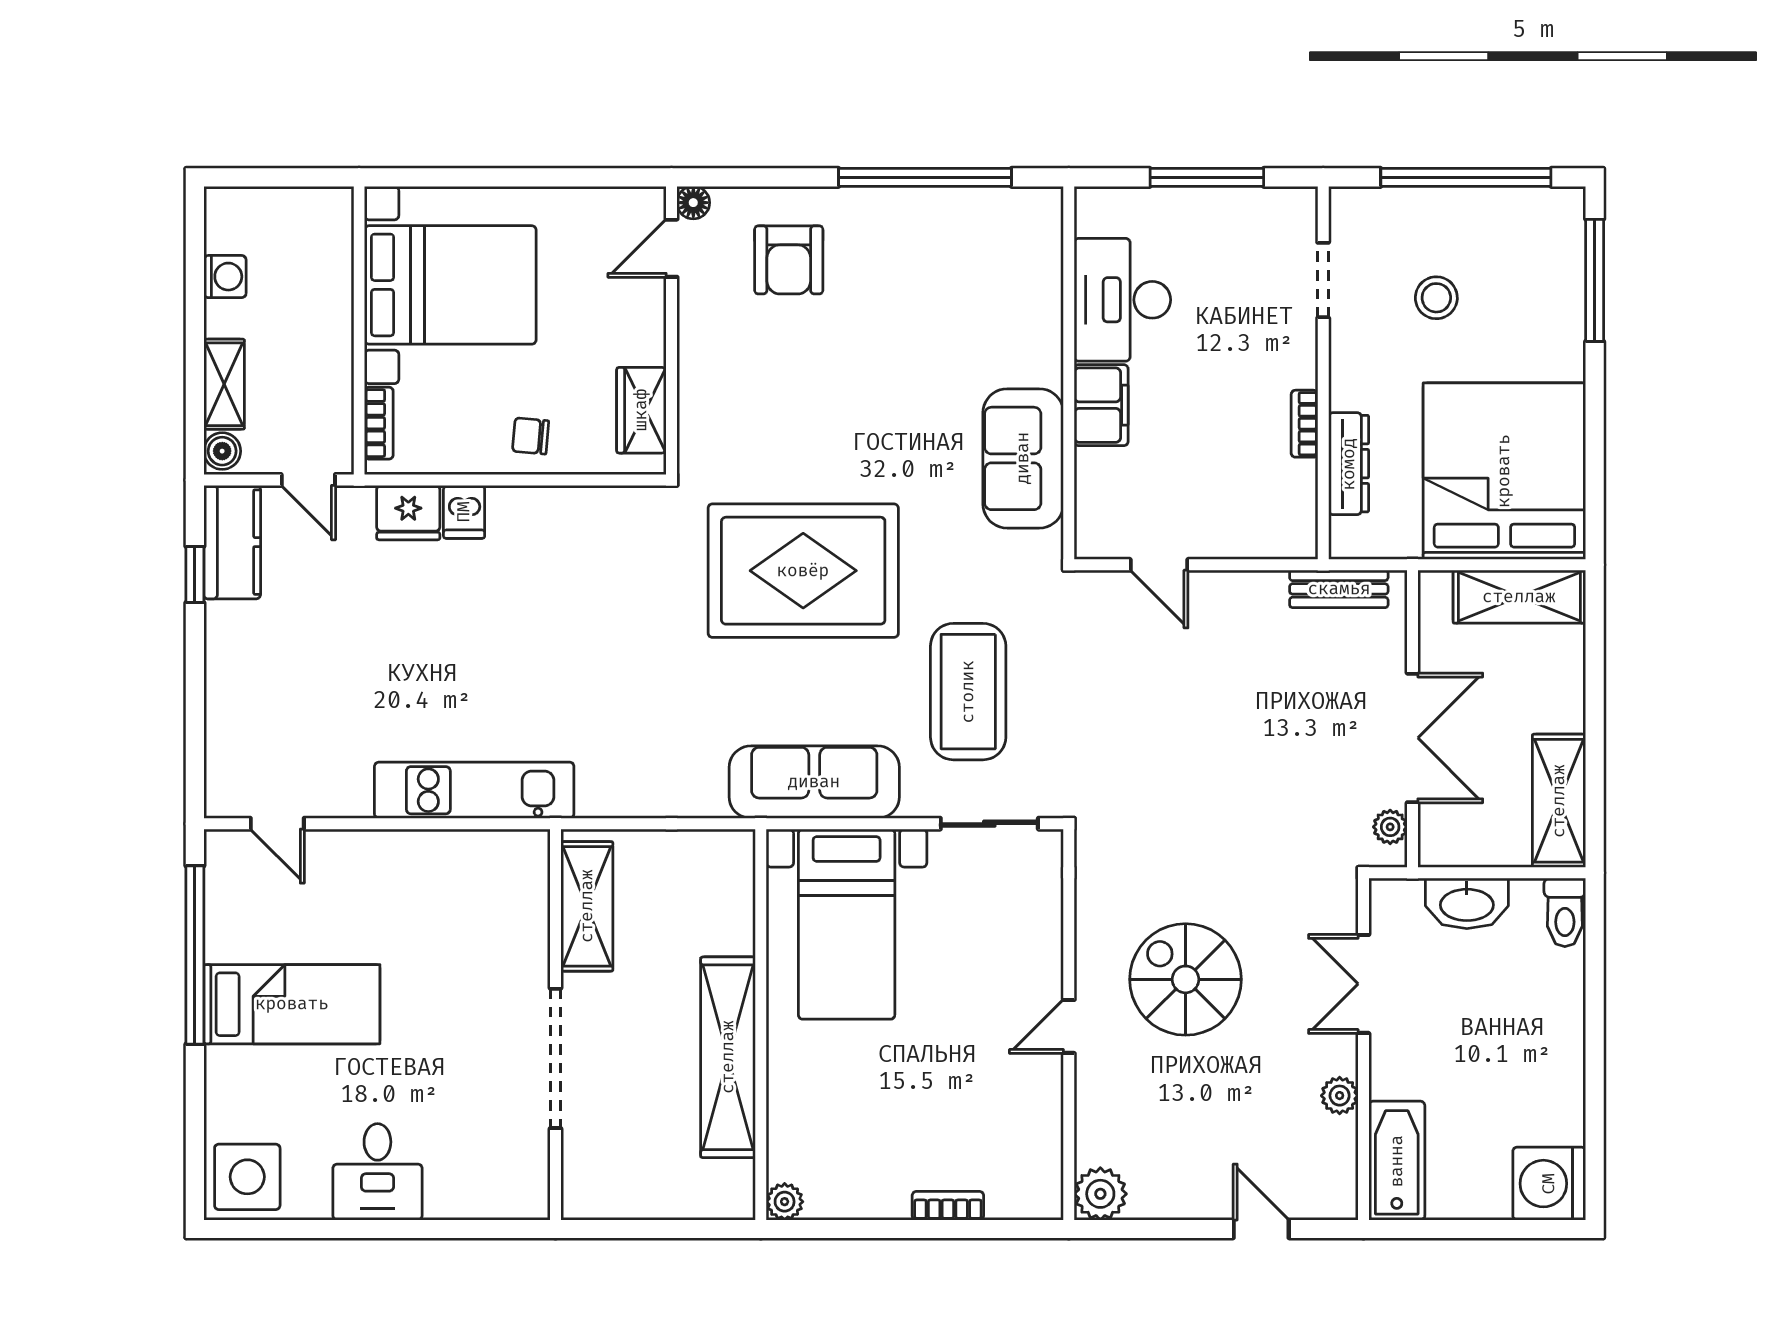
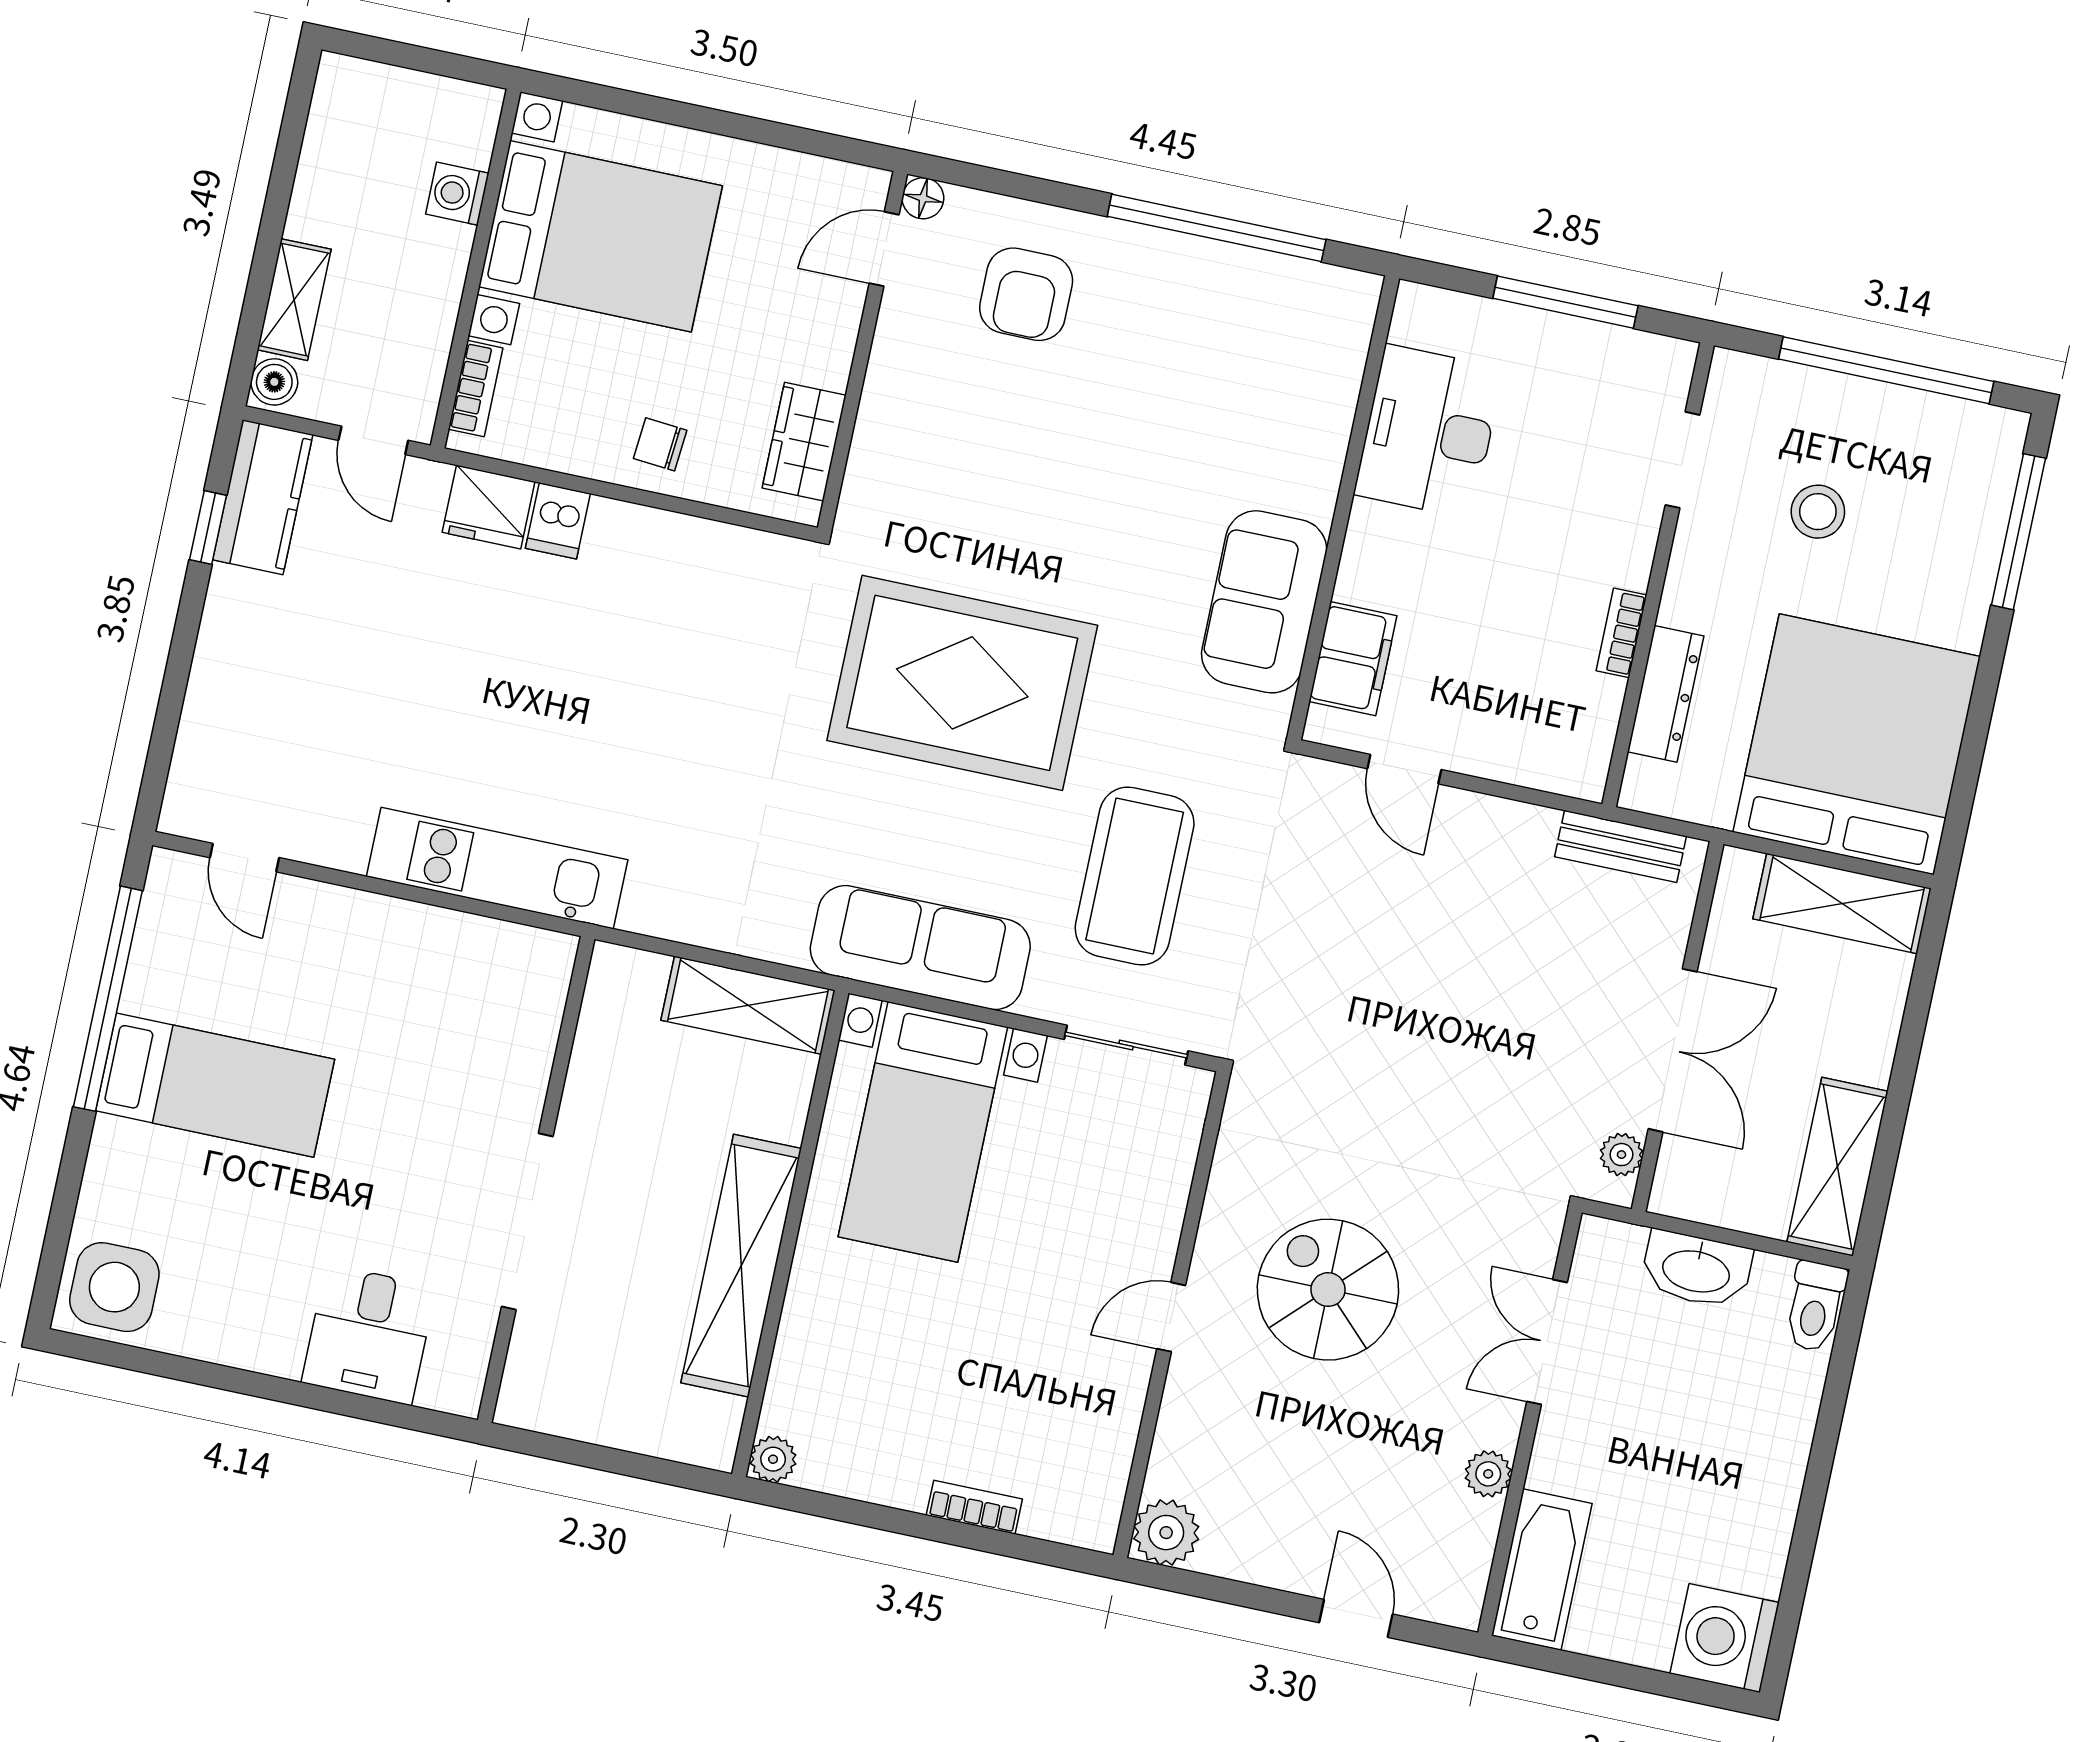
washing machine: (225, 277) -> (457, 194), moved, turned 180
filing cabinet: (1101, 405) -> (1353, 659), moved
shelving: (587, 906) -> (748, 1005), moved, turned 90
desk: (377, 1172) -> (369, 1335), moved

